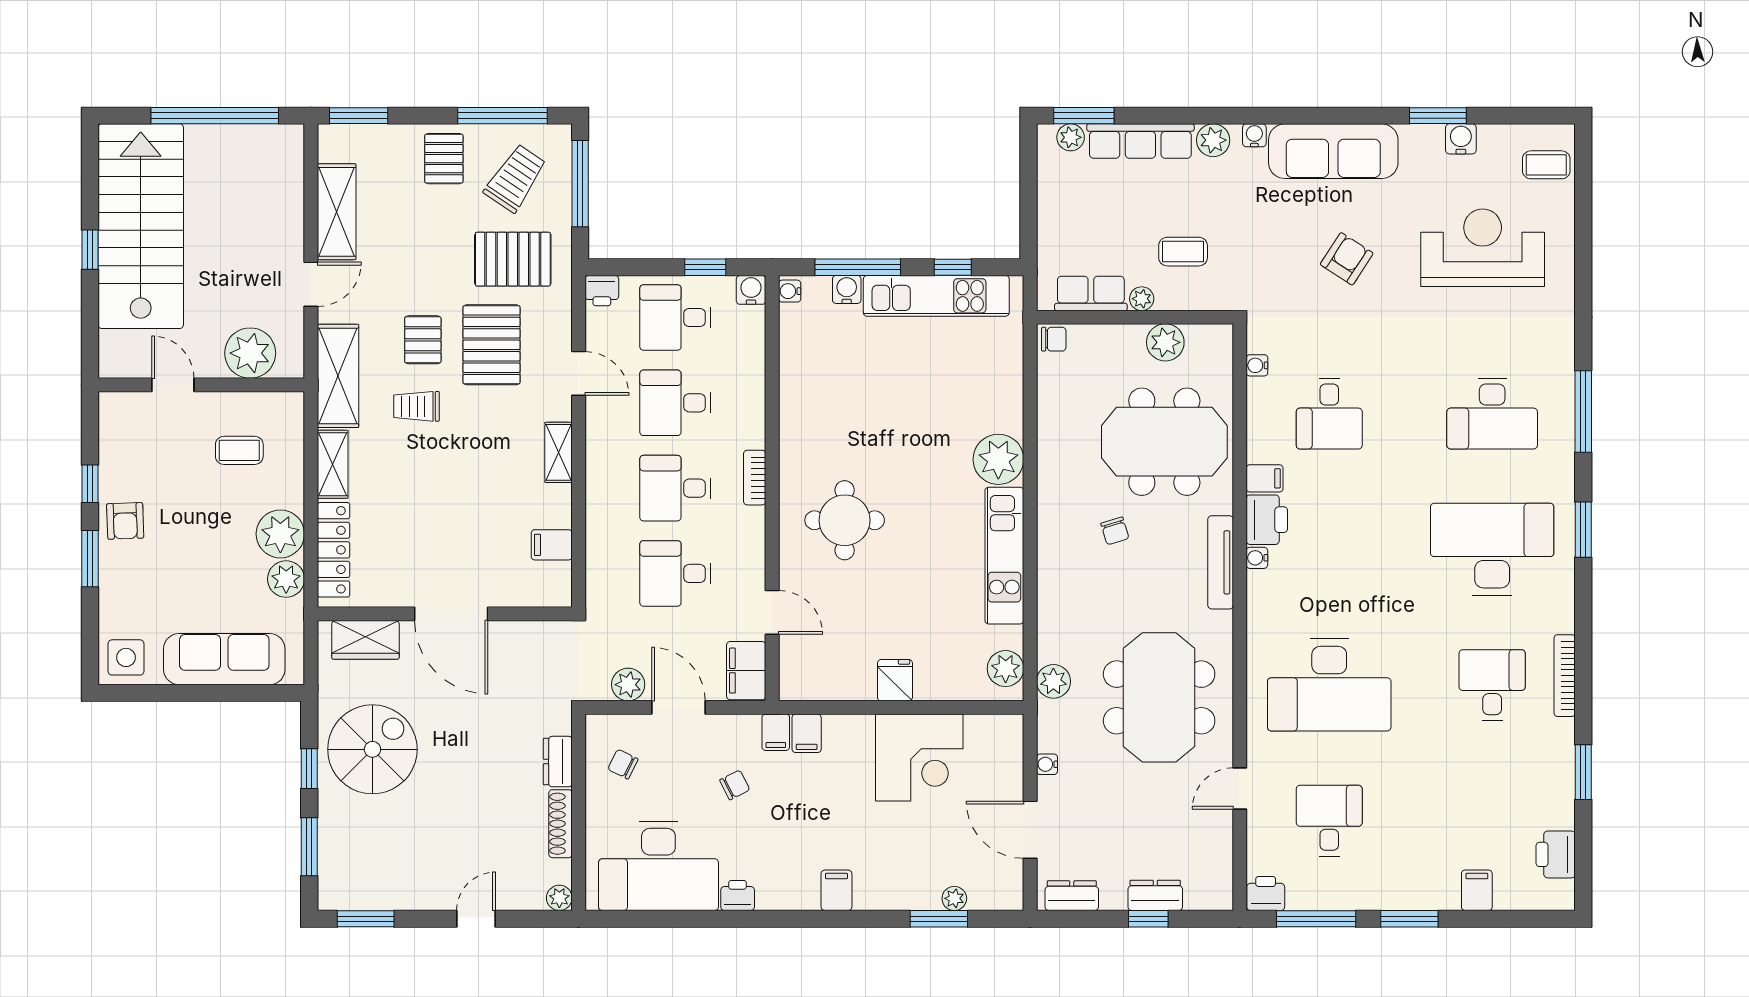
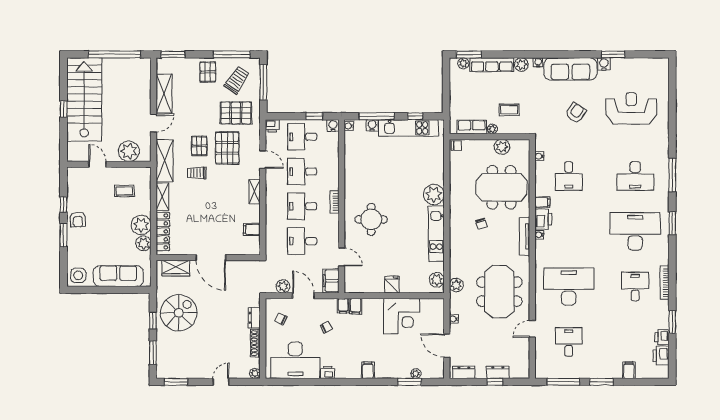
water cooler: (1461, 139) -> (604, 64), moved
coffee table: (1546, 165) -> (657, 75), removed
desk: (1329, 685) -> (569, 287), turned 180
printer: (1266, 893) -> (662, 337), moved, turned -90

